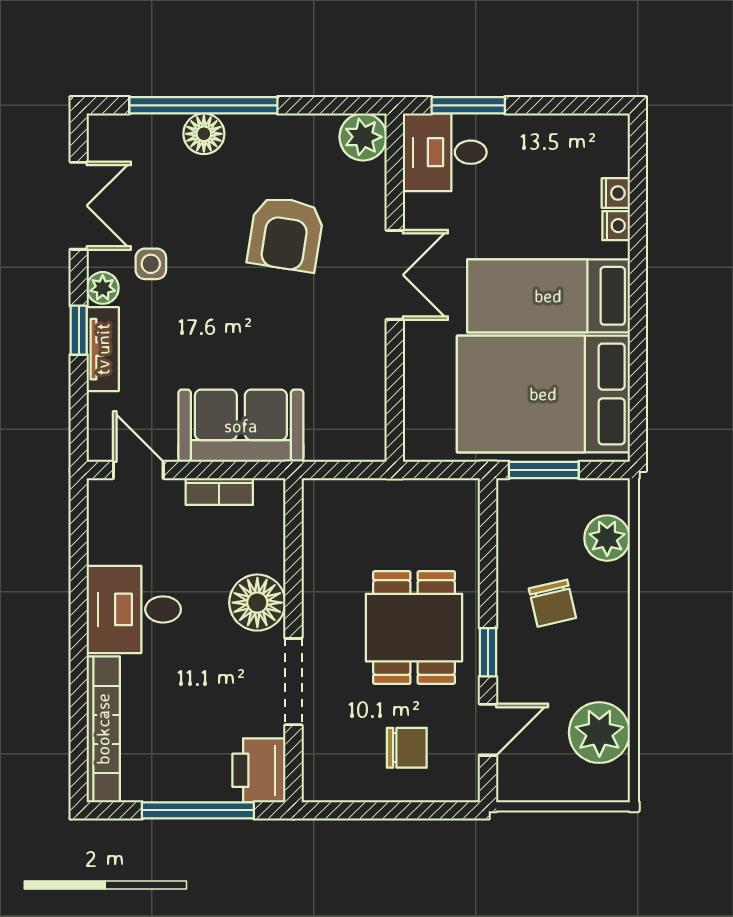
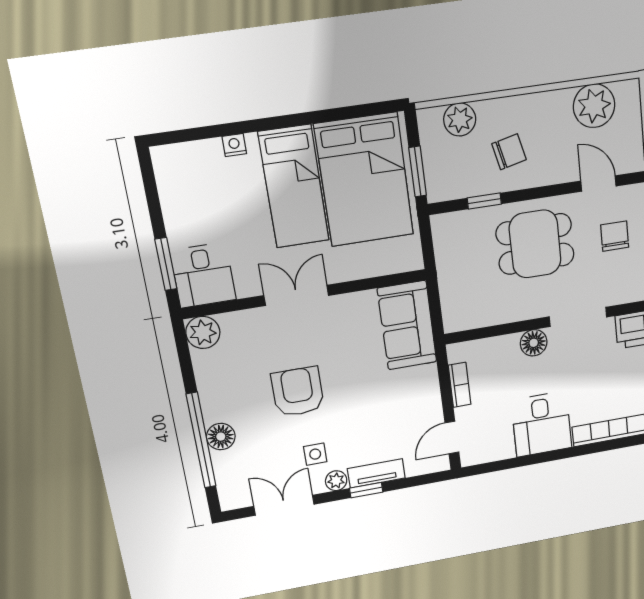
nightstand: (616, 193) -> (210, 149), removed
armchair: (286, 234) -> (298, 392), moved, turned -99
sofa: (241, 426) -> (407, 325), moved
floor lamp: (257, 603) -> (534, 343), width x0.73, depth x0.73
window: (488, 652) -> (484, 201), moved

